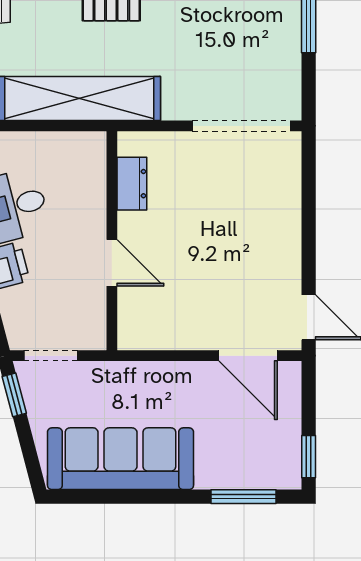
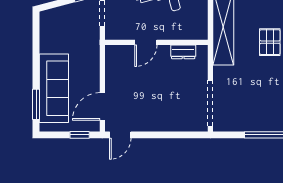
window: (309, 457) -> (80, 135), moved
sofa: (120, 459) -> (54, 88), moved

